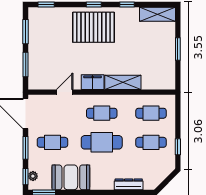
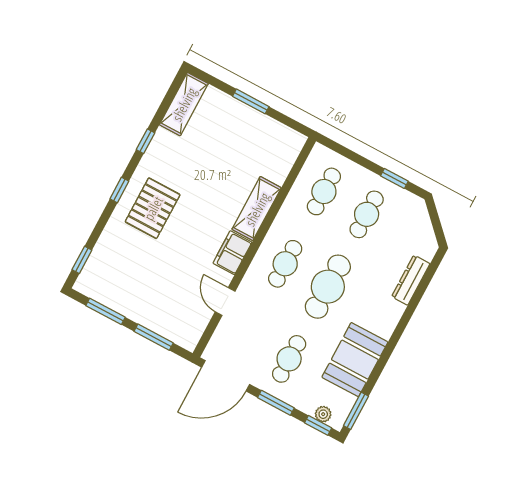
pallet: (93, 27) -> (153, 208), width x0.73, depth x0.71

